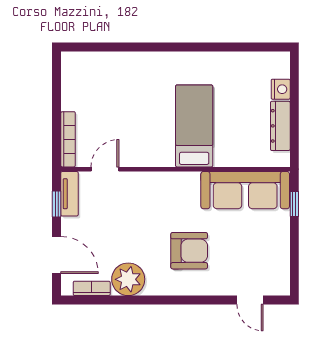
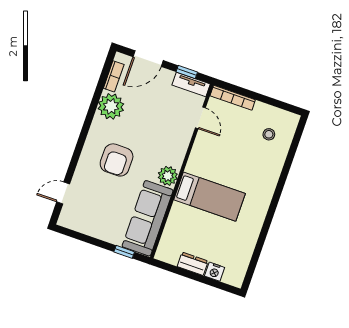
stool: (96, 82) -> (269, 134), added
dresser: (280, 126) -> (193, 264), width x0.70
plant: (187, 184) -> (168, 176), added

